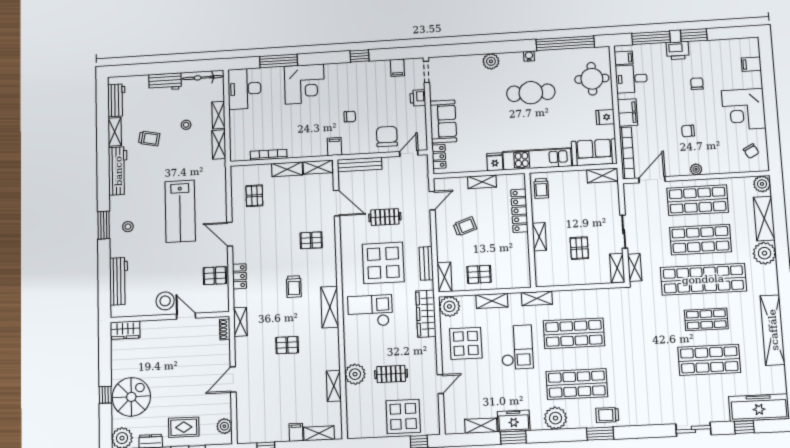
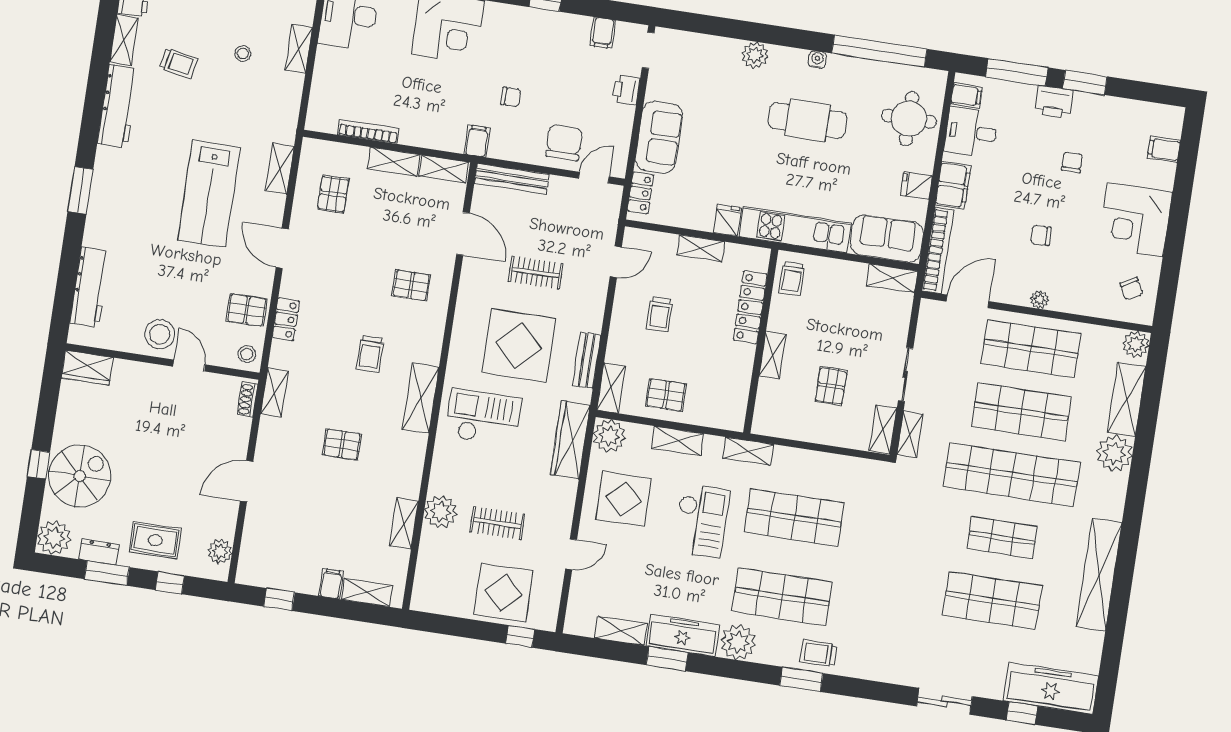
shelving: (219, 144) -> (280, 169), moved
trolley: (465, 226) -> (659, 314), turned 109
stool: (128, 227) -> (247, 354), moved
freezer: (514, 421) -> (683, 635), width x1.40

